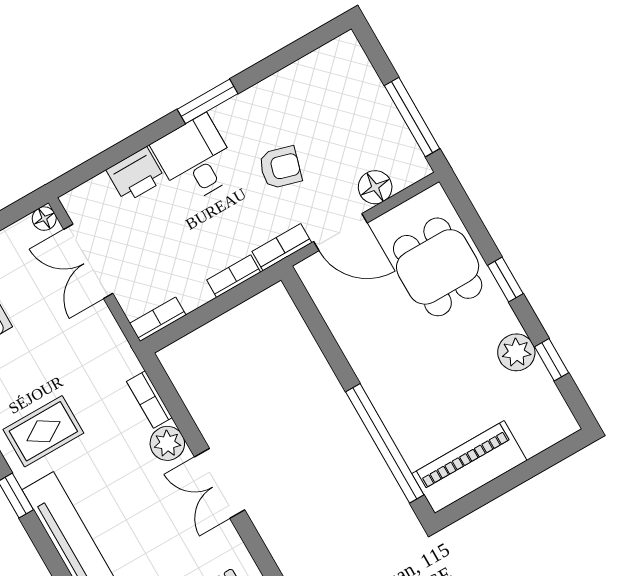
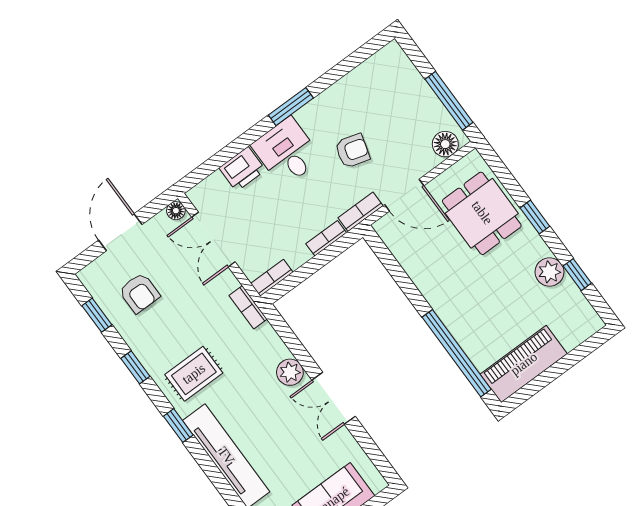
floor lamp: (375, 187) -> (445, 144), moved
bookcase: (149, 400) -> (248, 307), moved

